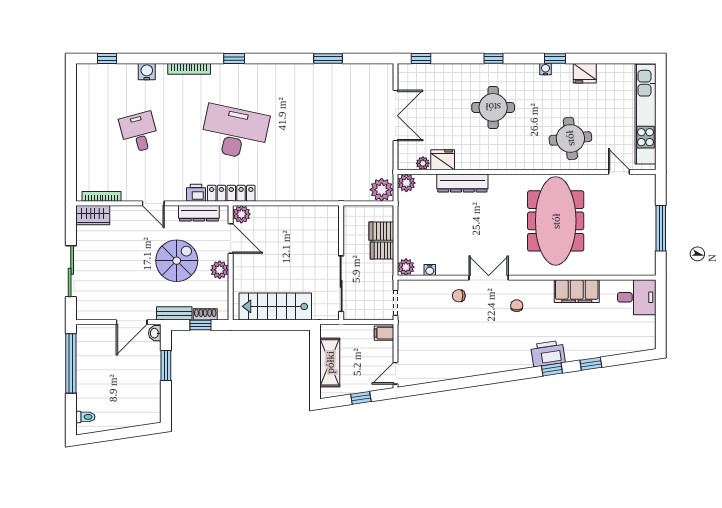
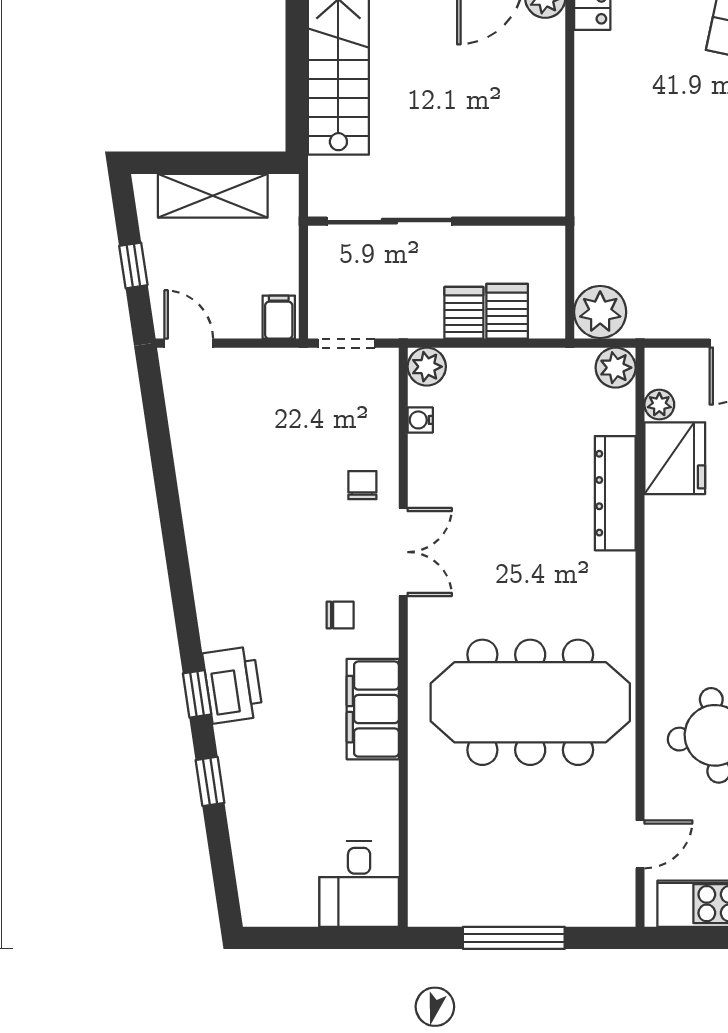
fridge: (443, 160) -> (675, 458), width x1.36, depth x1.34
filing cabinet: (577, 291) -> (373, 709), moved

